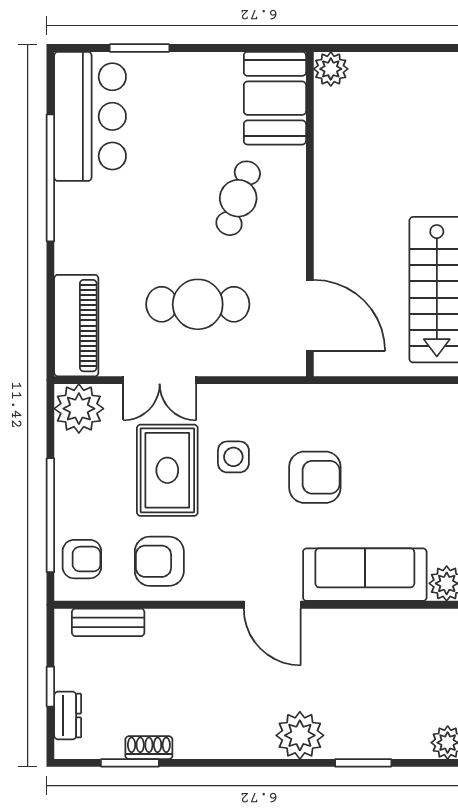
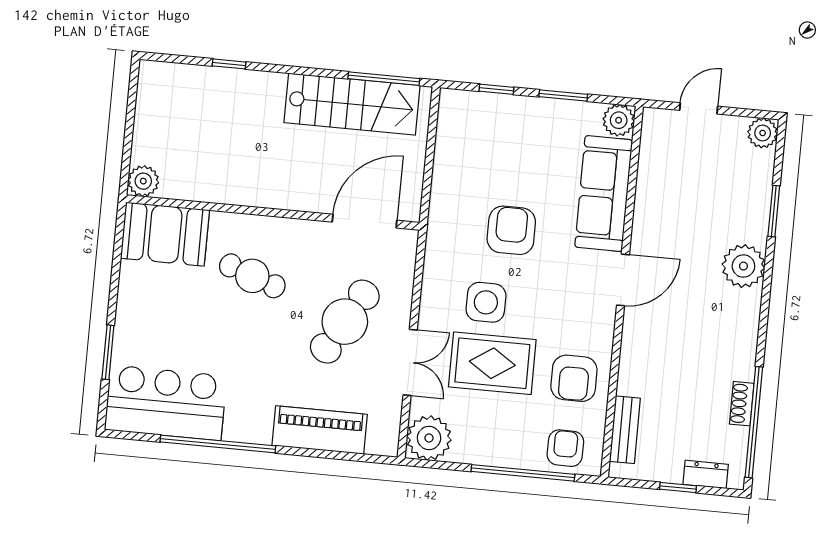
cafe table: (198, 304) -> (345, 322), turned 30
piano: (76, 326) -> (320, 430), moved
side table: (233, 457) -> (486, 302), width x1.37, depth x1.37
window: (130, 763) -> (754, 422), width x2.11

